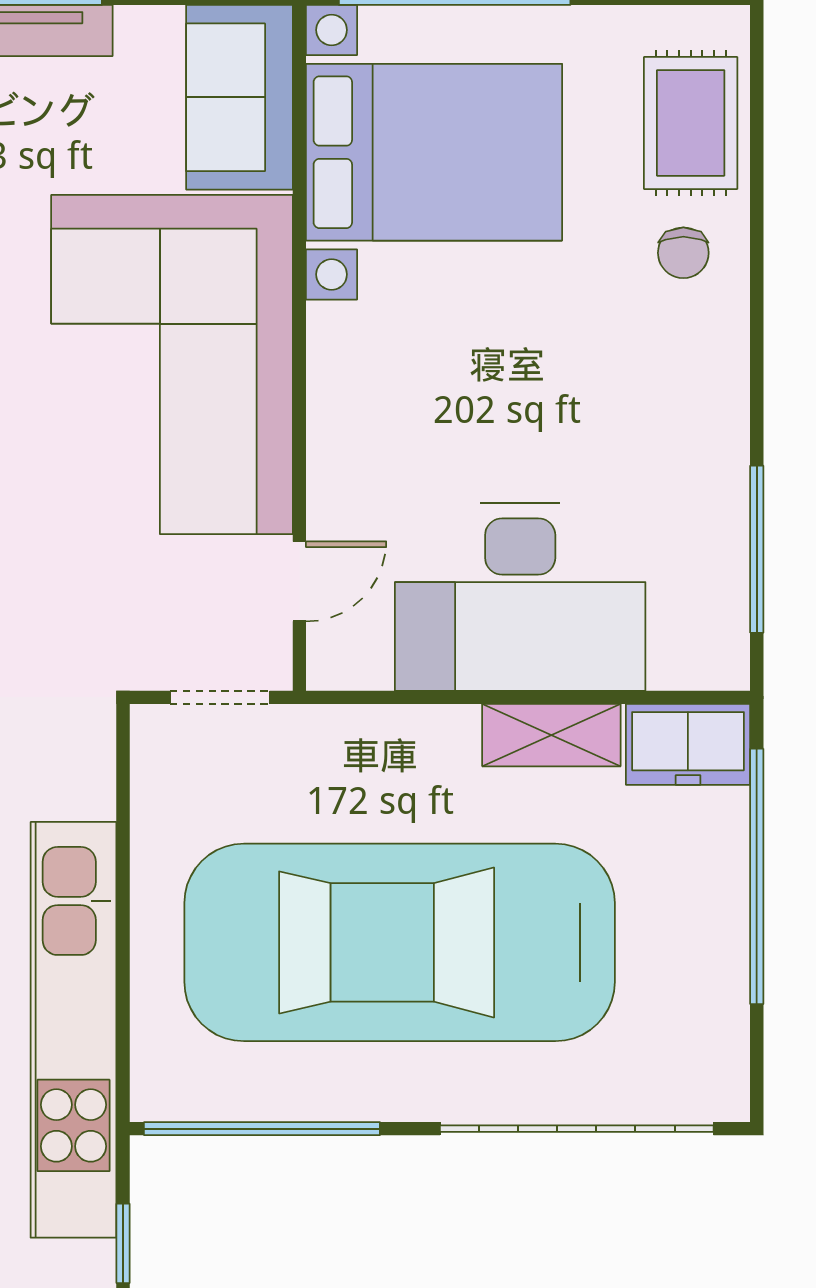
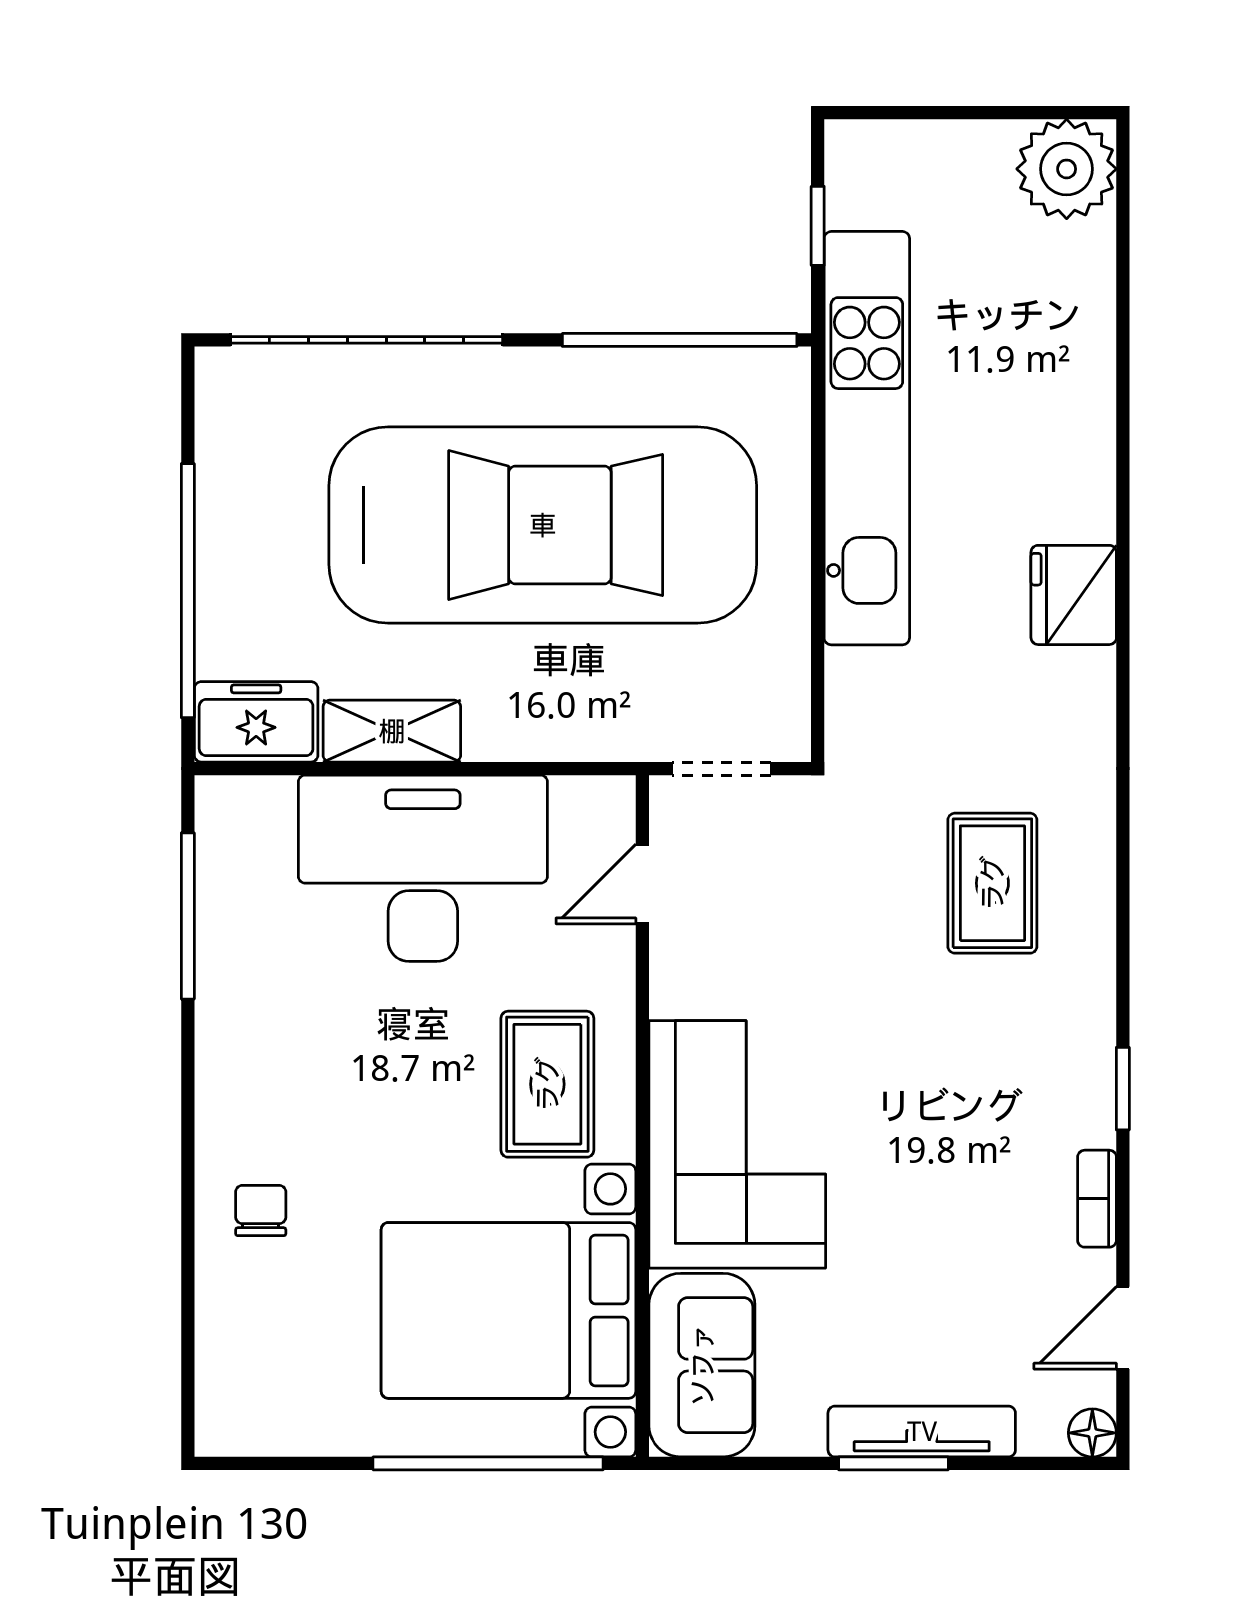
rug: (691, 123) -> (547, 1084), moved
corner sofa: (172, 364) -> (737, 1144), width x0.73, depth x0.74

